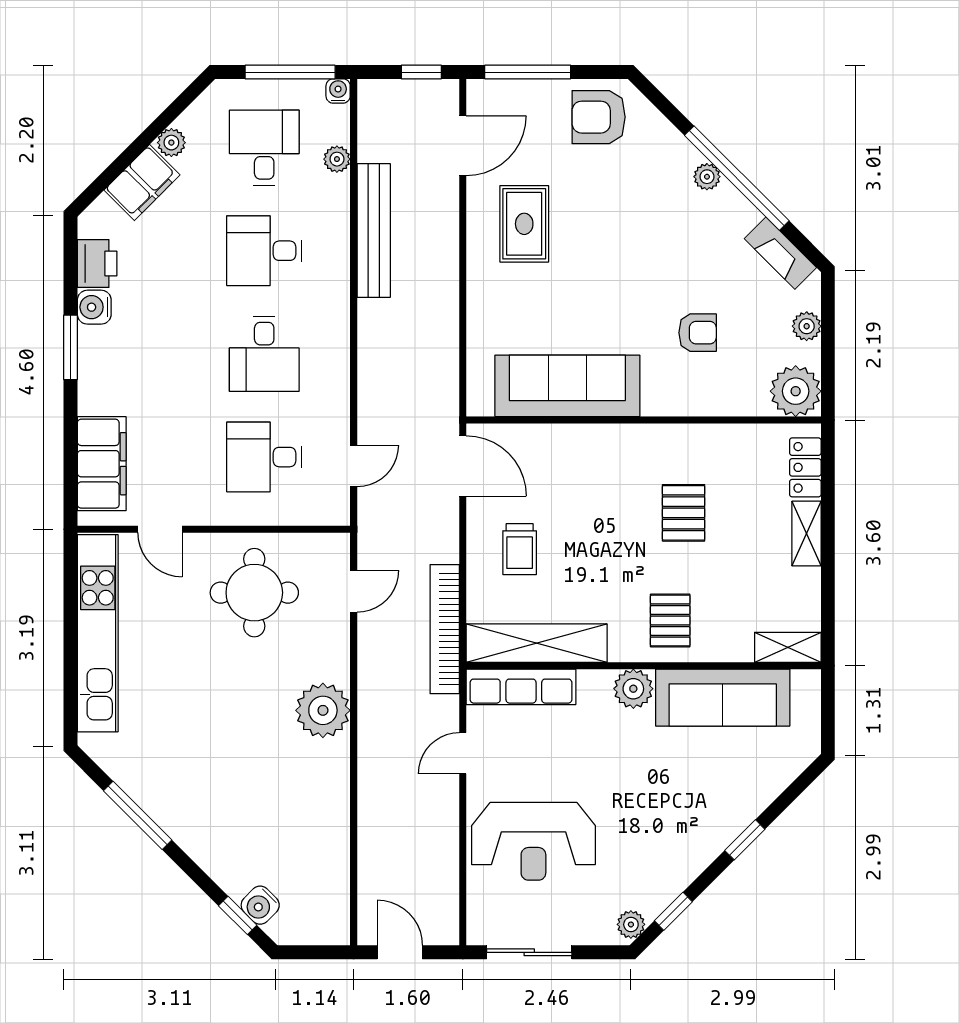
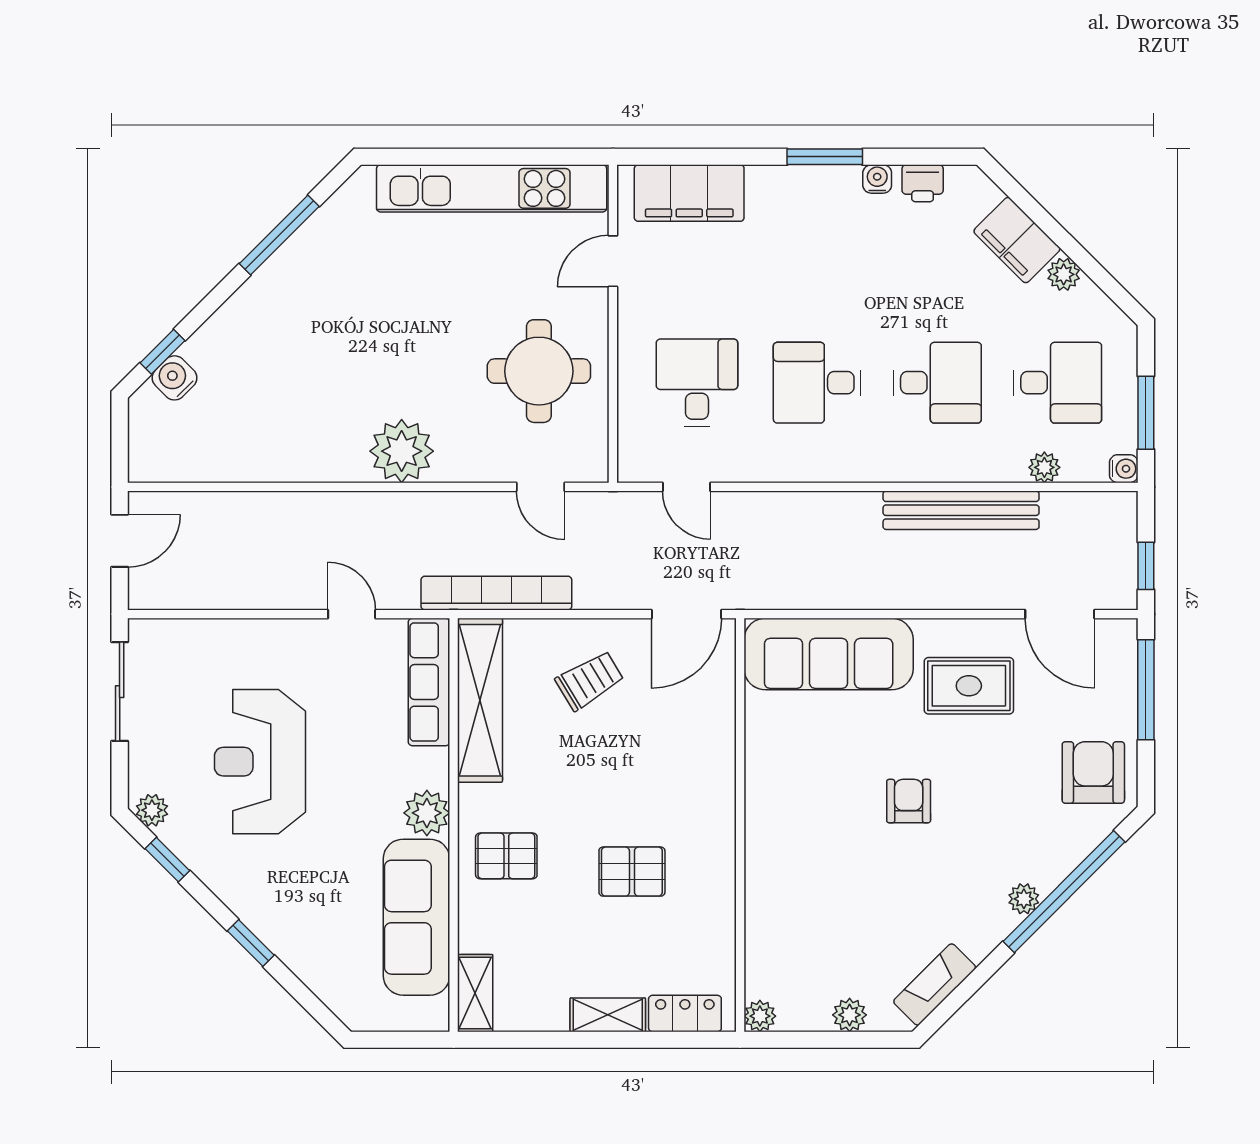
window: (290, 72) -> (1146, 413), width x0.69
window: (737, 178) -> (1064, 892), moved
desk: (264, 251) -> (937, 383), turned 90
printer: (97, 264) -> (923, 183), width x0.73, depth x0.81
water cooler: (94, 307) -> (877, 179), width x0.72, depth x0.72
armchair: (698, 333) -> (909, 801), moved, turned 180
sofa: (567, 386) -> (829, 654), moved, turned 90
plant: (796, 391) -> (760, 1016), width x0.53, depth x0.53
trolley: (520, 549) -> (590, 680), turned 149
reception desk: (533, 841) -> (260, 762), moved

